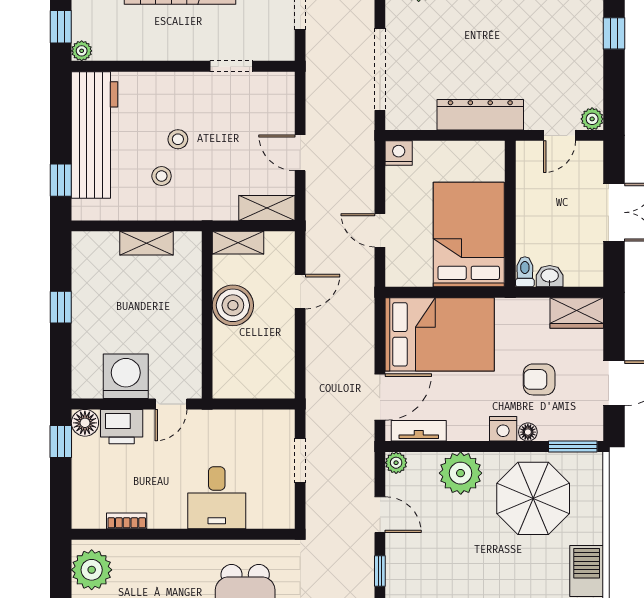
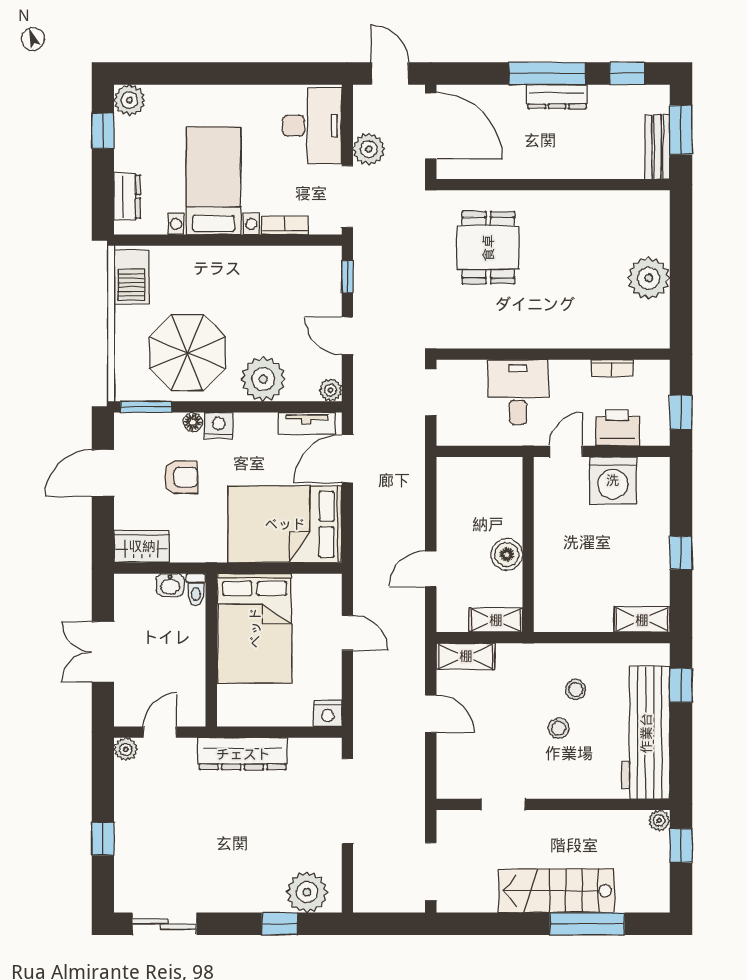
shelving: (147, 243) -> (642, 620), moved
boiler: (233, 305) -> (507, 554), width x0.73, depth x0.73
floor lamp: (85, 423) -> (656, 432), removed
desk: (217, 498) -> (518, 392), moved
bookcase: (127, 521) -> (612, 368), moved
wall: (183, 534) -> (553, 354), moved

